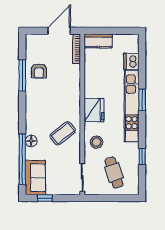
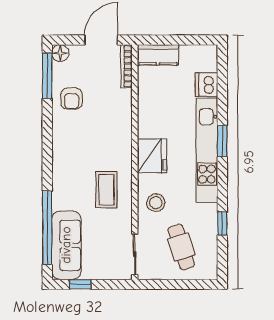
window: (22, 75) -> (47, 76), moved
coffee table: (63, 133) -> (106, 190), turned -52
floor lamp: (31, 141) -> (60, 53), moved
sofa: (35, 178) -> (66, 245), width x1.36

